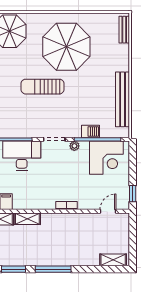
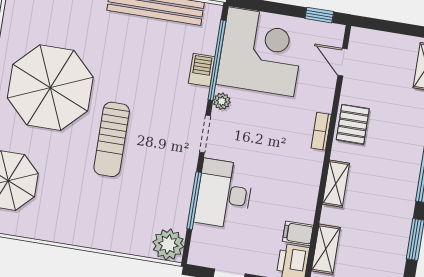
corner desk: (106, 158) -> (261, 52), width x1.36, depth x1.36
shelving: (27, 219) -> (336, 184), moved
pallet: (73, 223) -> (353, 124), added

